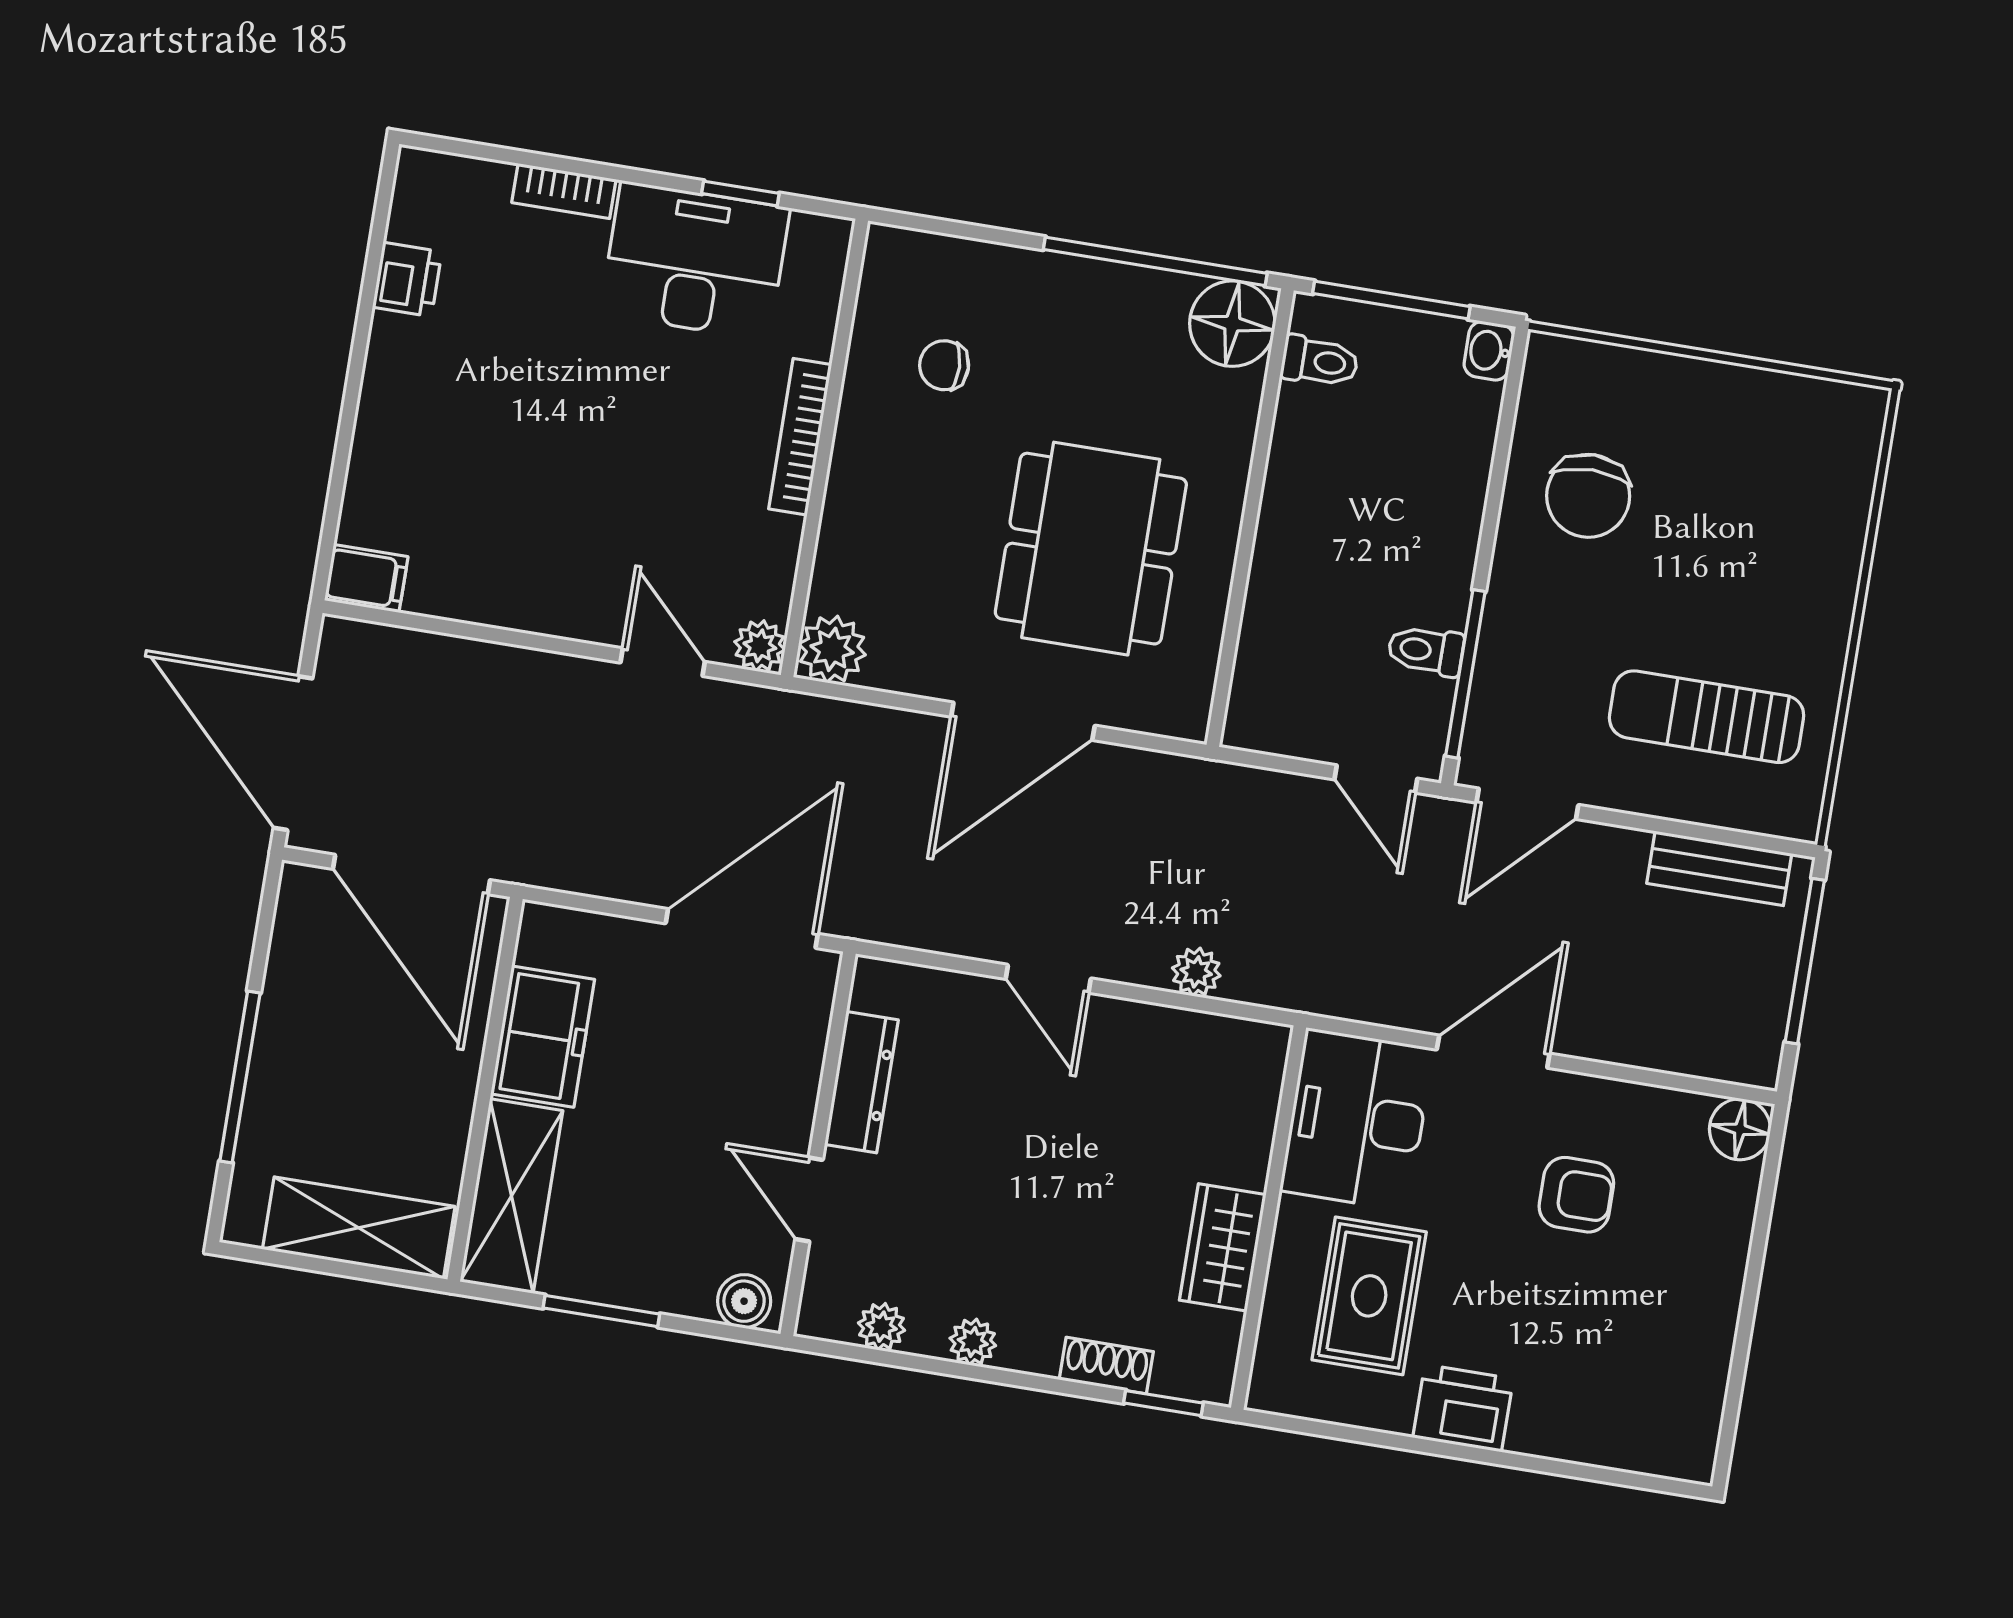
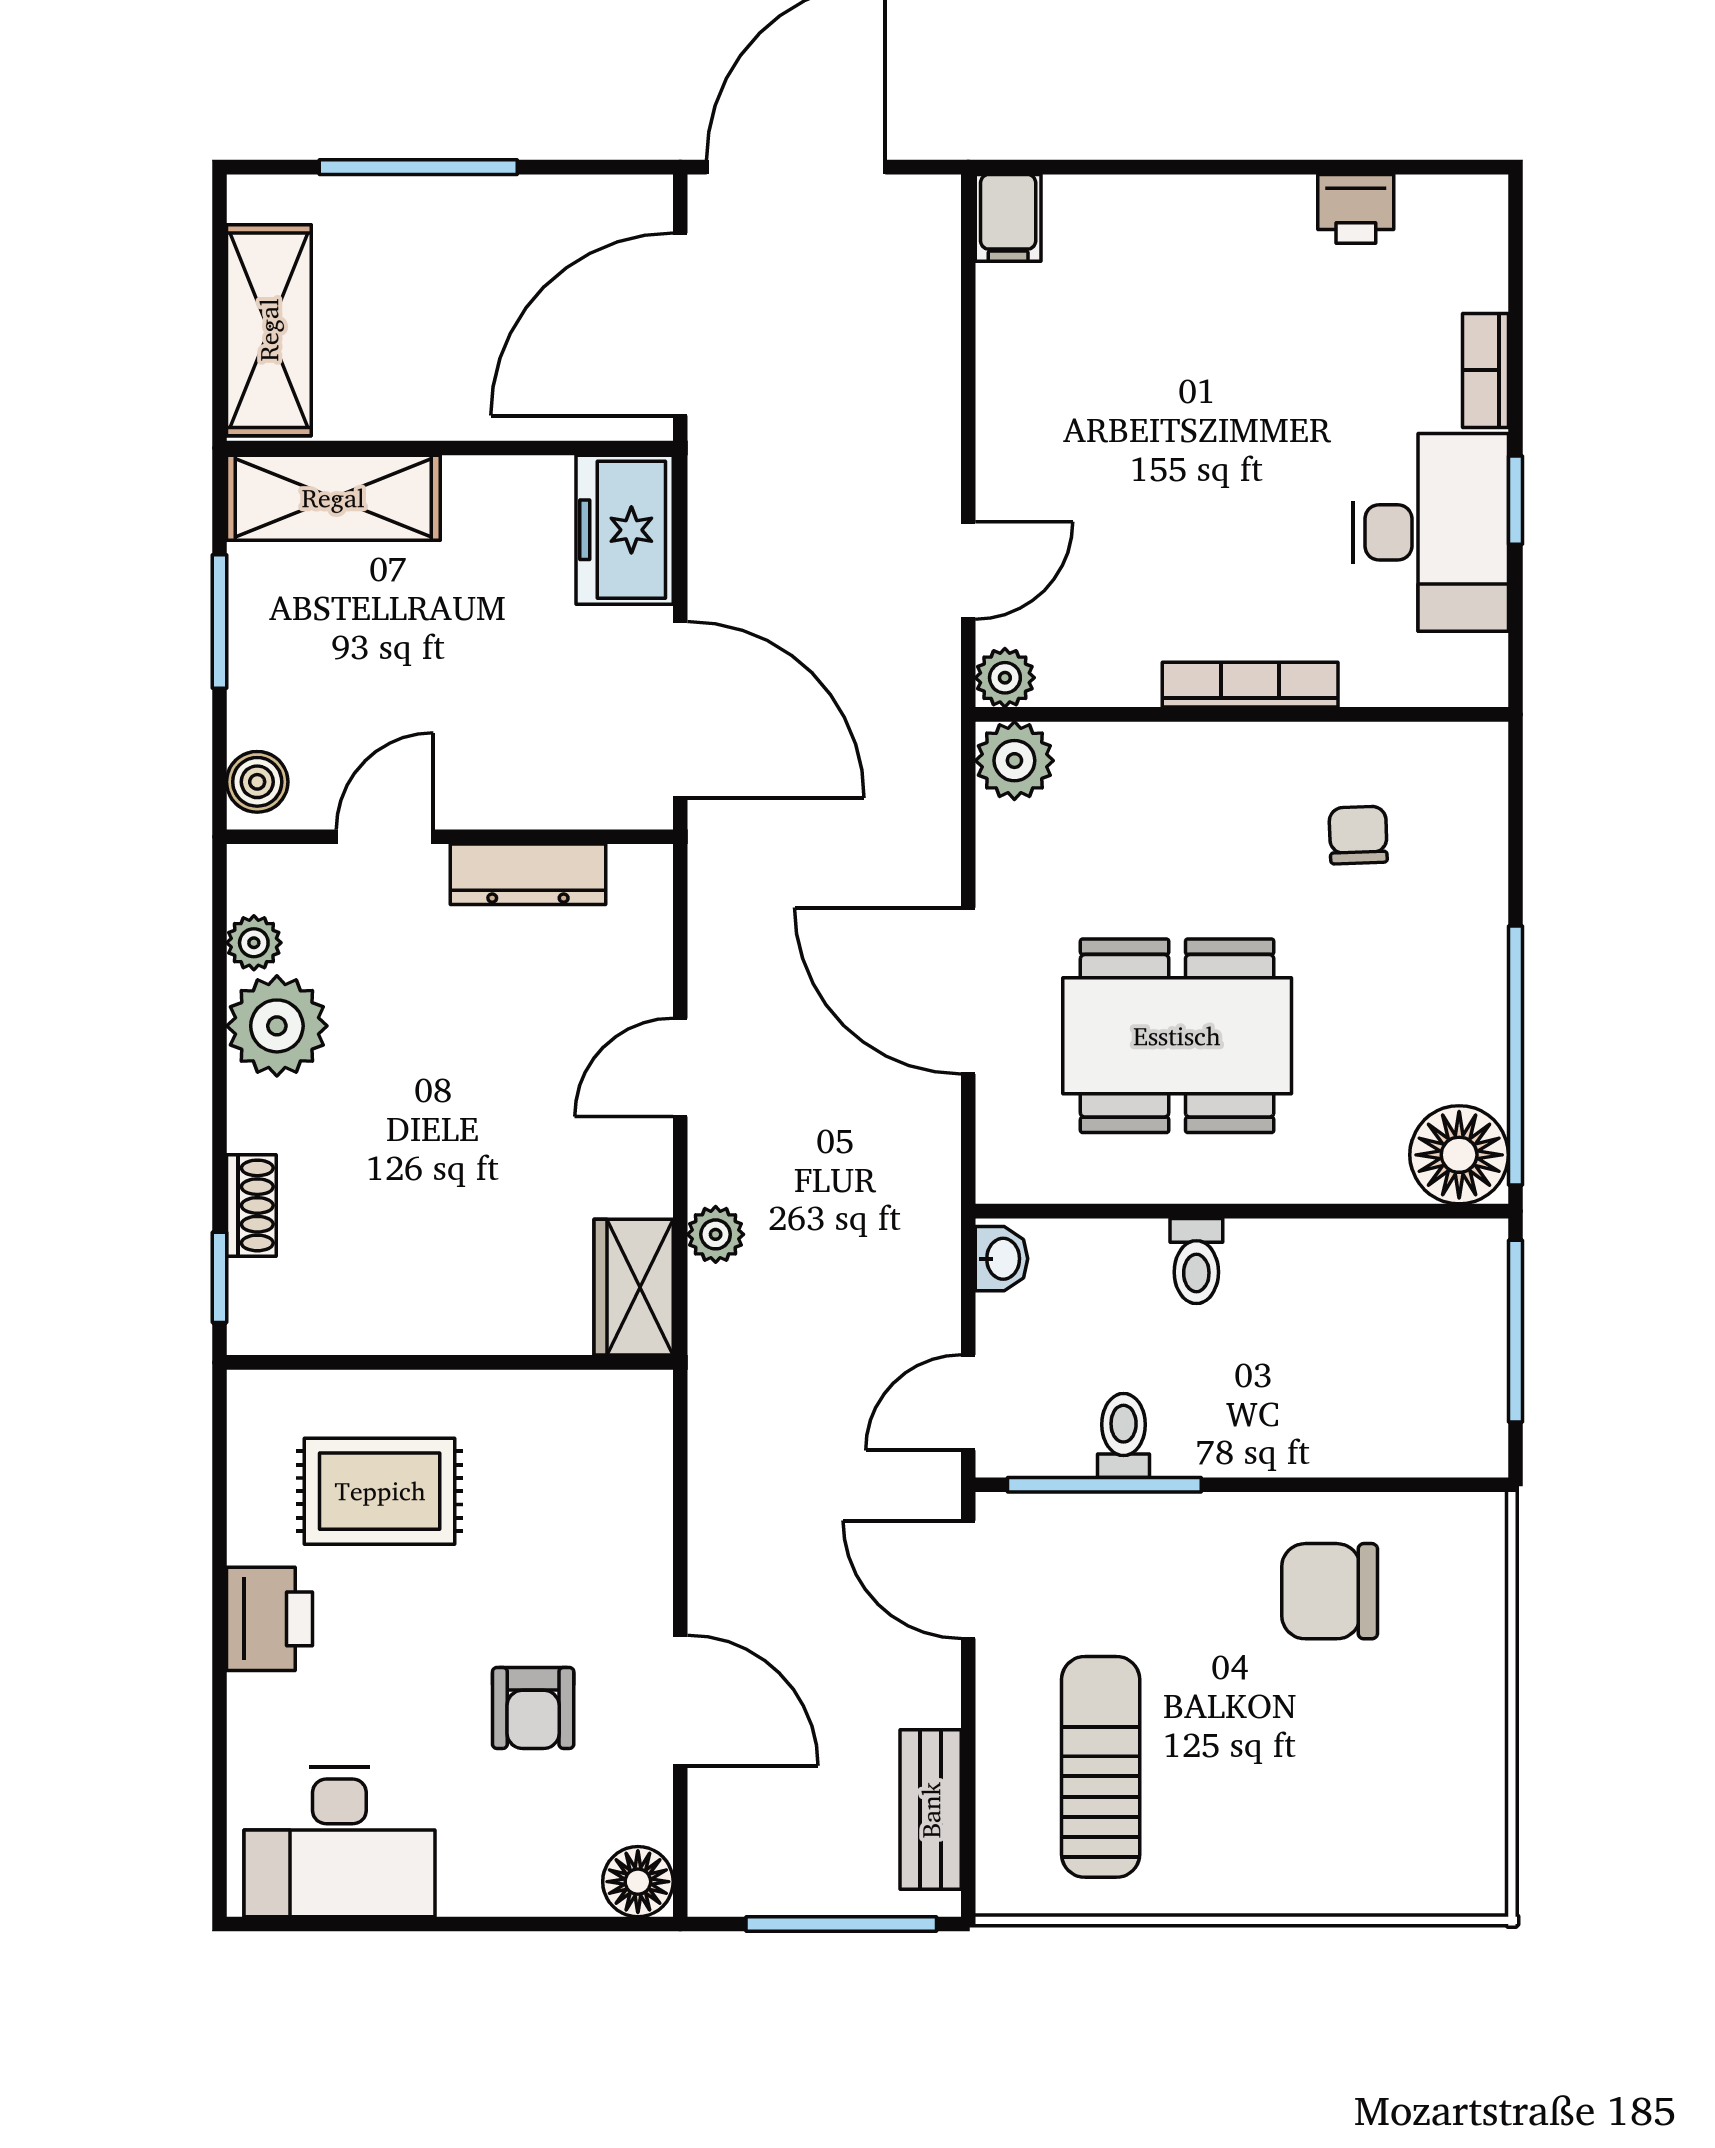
window: (740, 193) -> (1515, 500), moved
washbasin: (1489, 351) -> (1002, 1259), moved, turned 90
toilet: (1320, 361) -> (1196, 1261), moved
freezer: (543, 1037) -> (625, 530), moved, turned 90
door: (1493, 1052) -> (680, 1700), moved
desk: (1357, 1120) -> (339, 1842), moved, turned 180
wardrobe: (1223, 1247) -> (634, 1287), moved, turned -90
plant: (973, 1342) -> (277, 1026), width x1.88, depth x1.88

